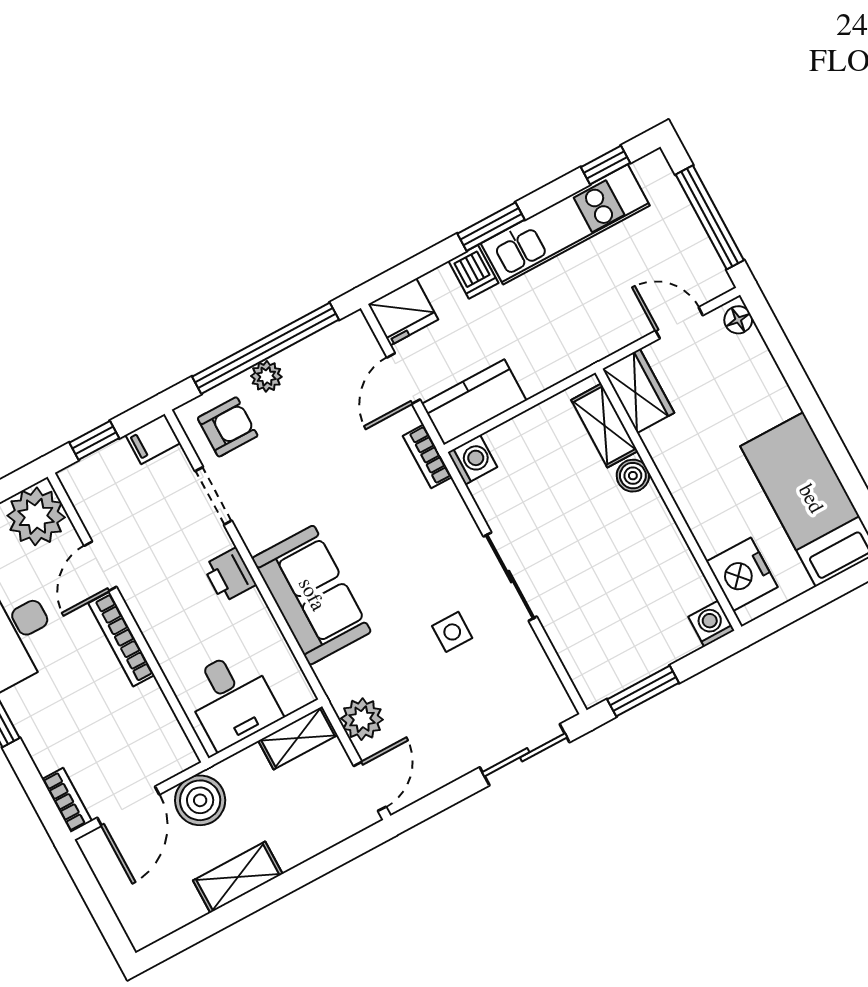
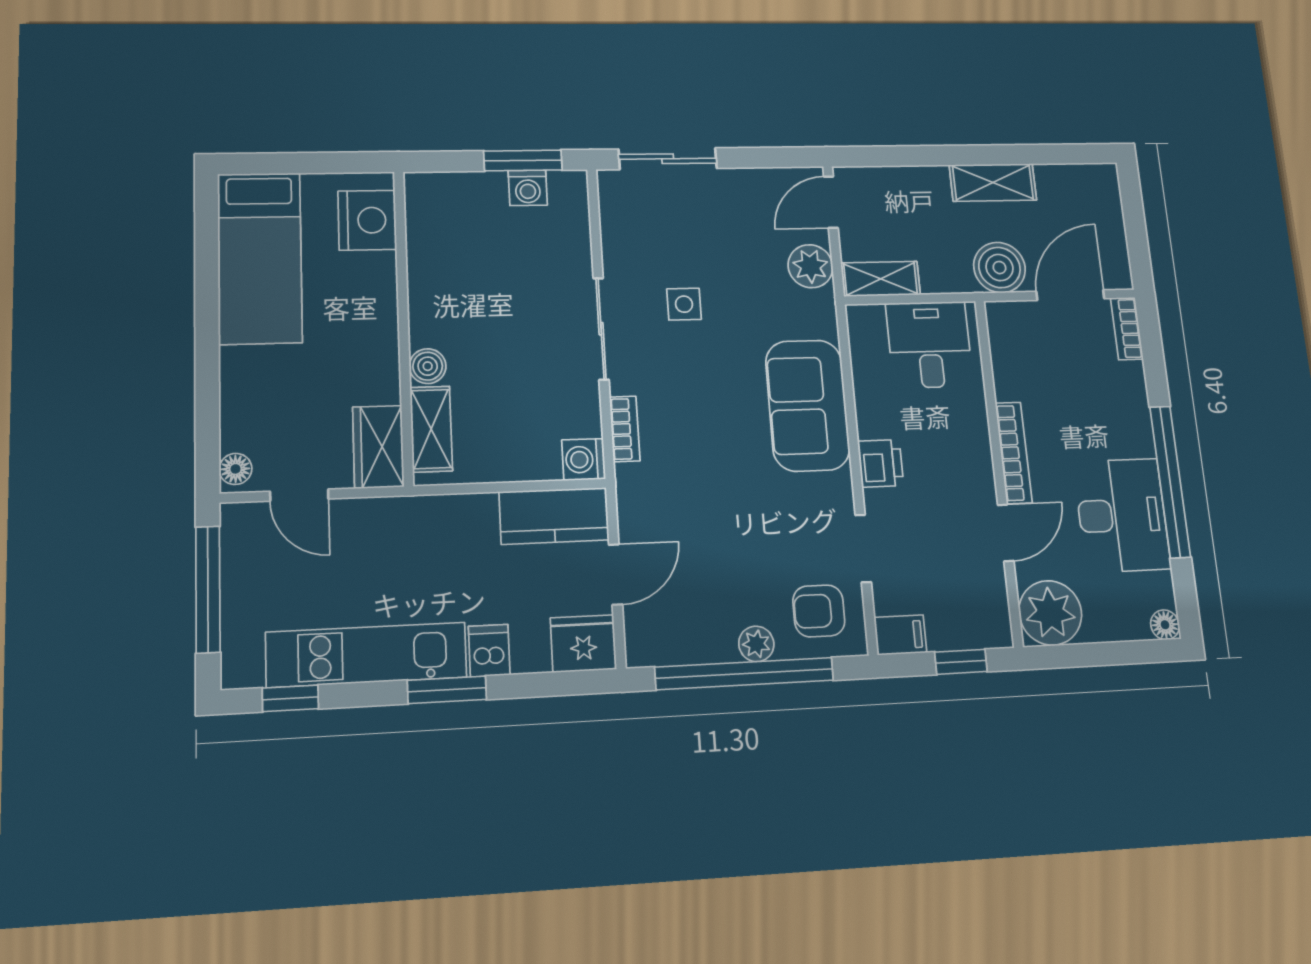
bookcase: (427, 456) -> (625, 429), moved
washing machine: (711, 624) -> (528, 188), moved

